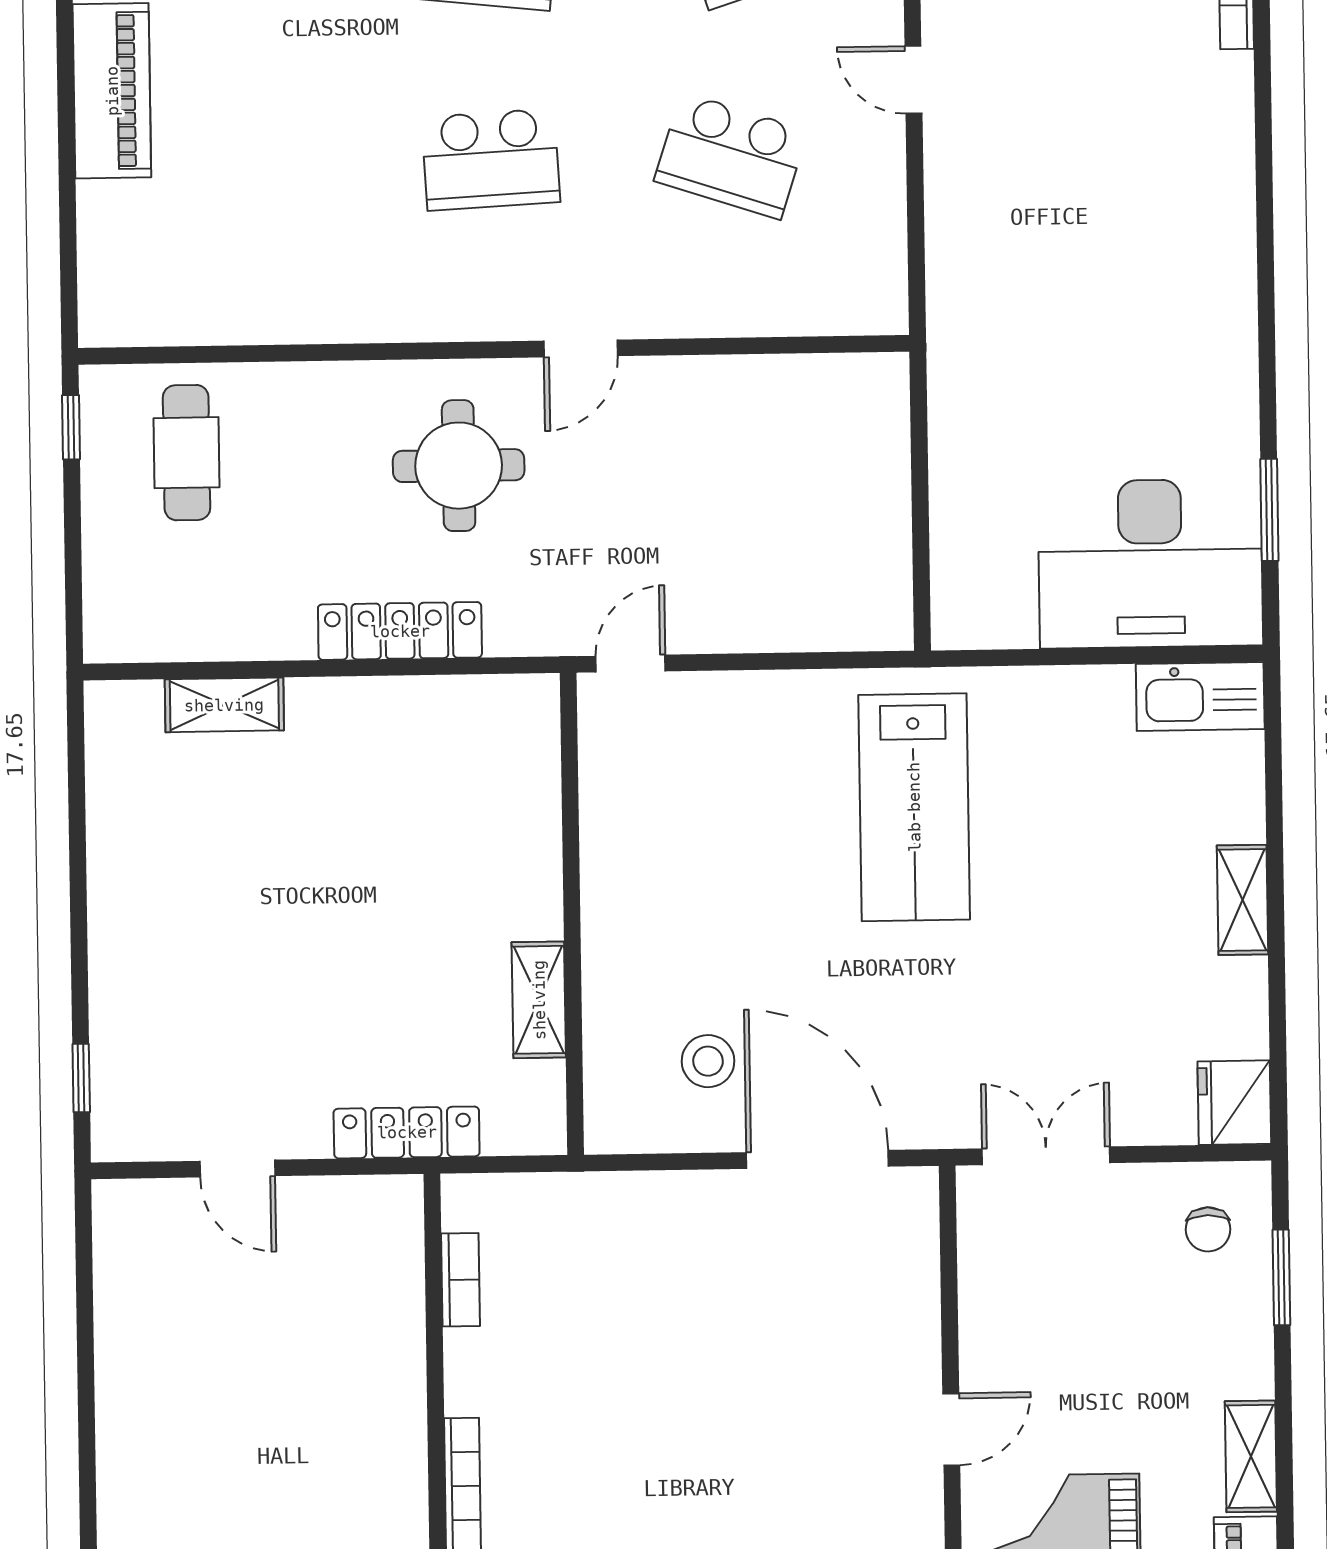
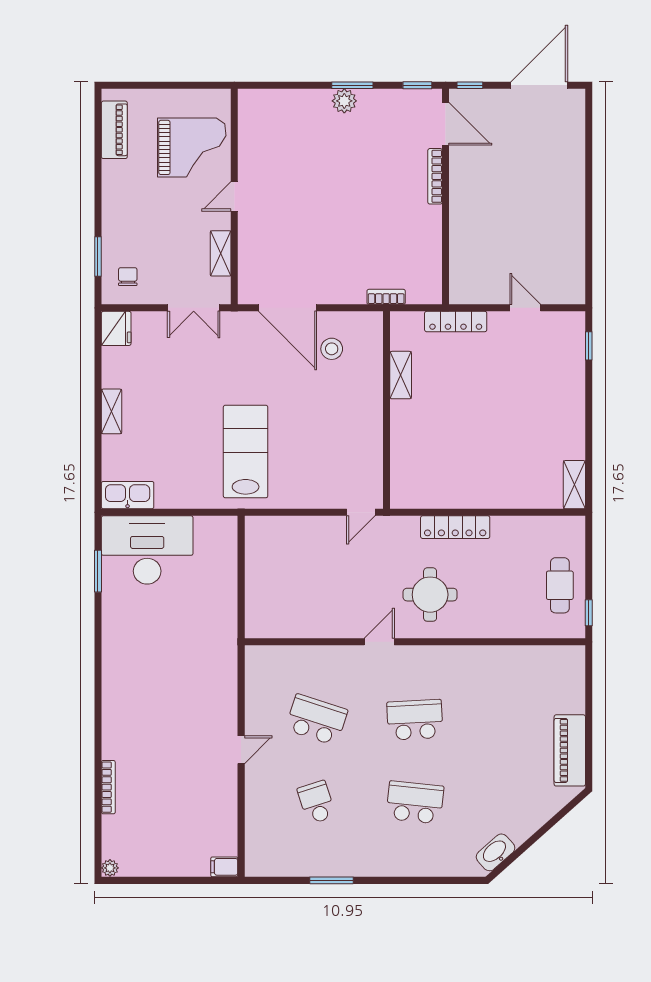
door: (913, 80) -> (241, 750), hinge flipped
cafe table: (186, 453) -> (560, 585), moved
shelving: (224, 705) -> (574, 485), moved, turned 90
bookcase: (460, 1280) -> (386, 297), moved, turned 90
shelving: (1251, 1456) -> (221, 253), moved

